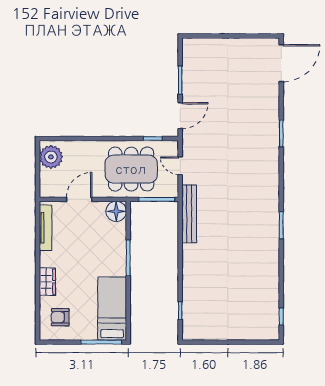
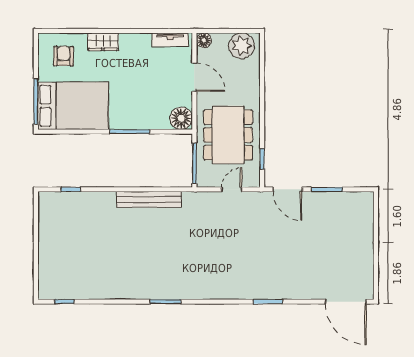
floor lamp: (46, 191) -> (204, 40), added
bench: (189, 214) -> (149, 199), moved
tv unit: (46, 228) -> (170, 40), width x0.71
bed: (112, 309) -> (73, 106), width x1.50

